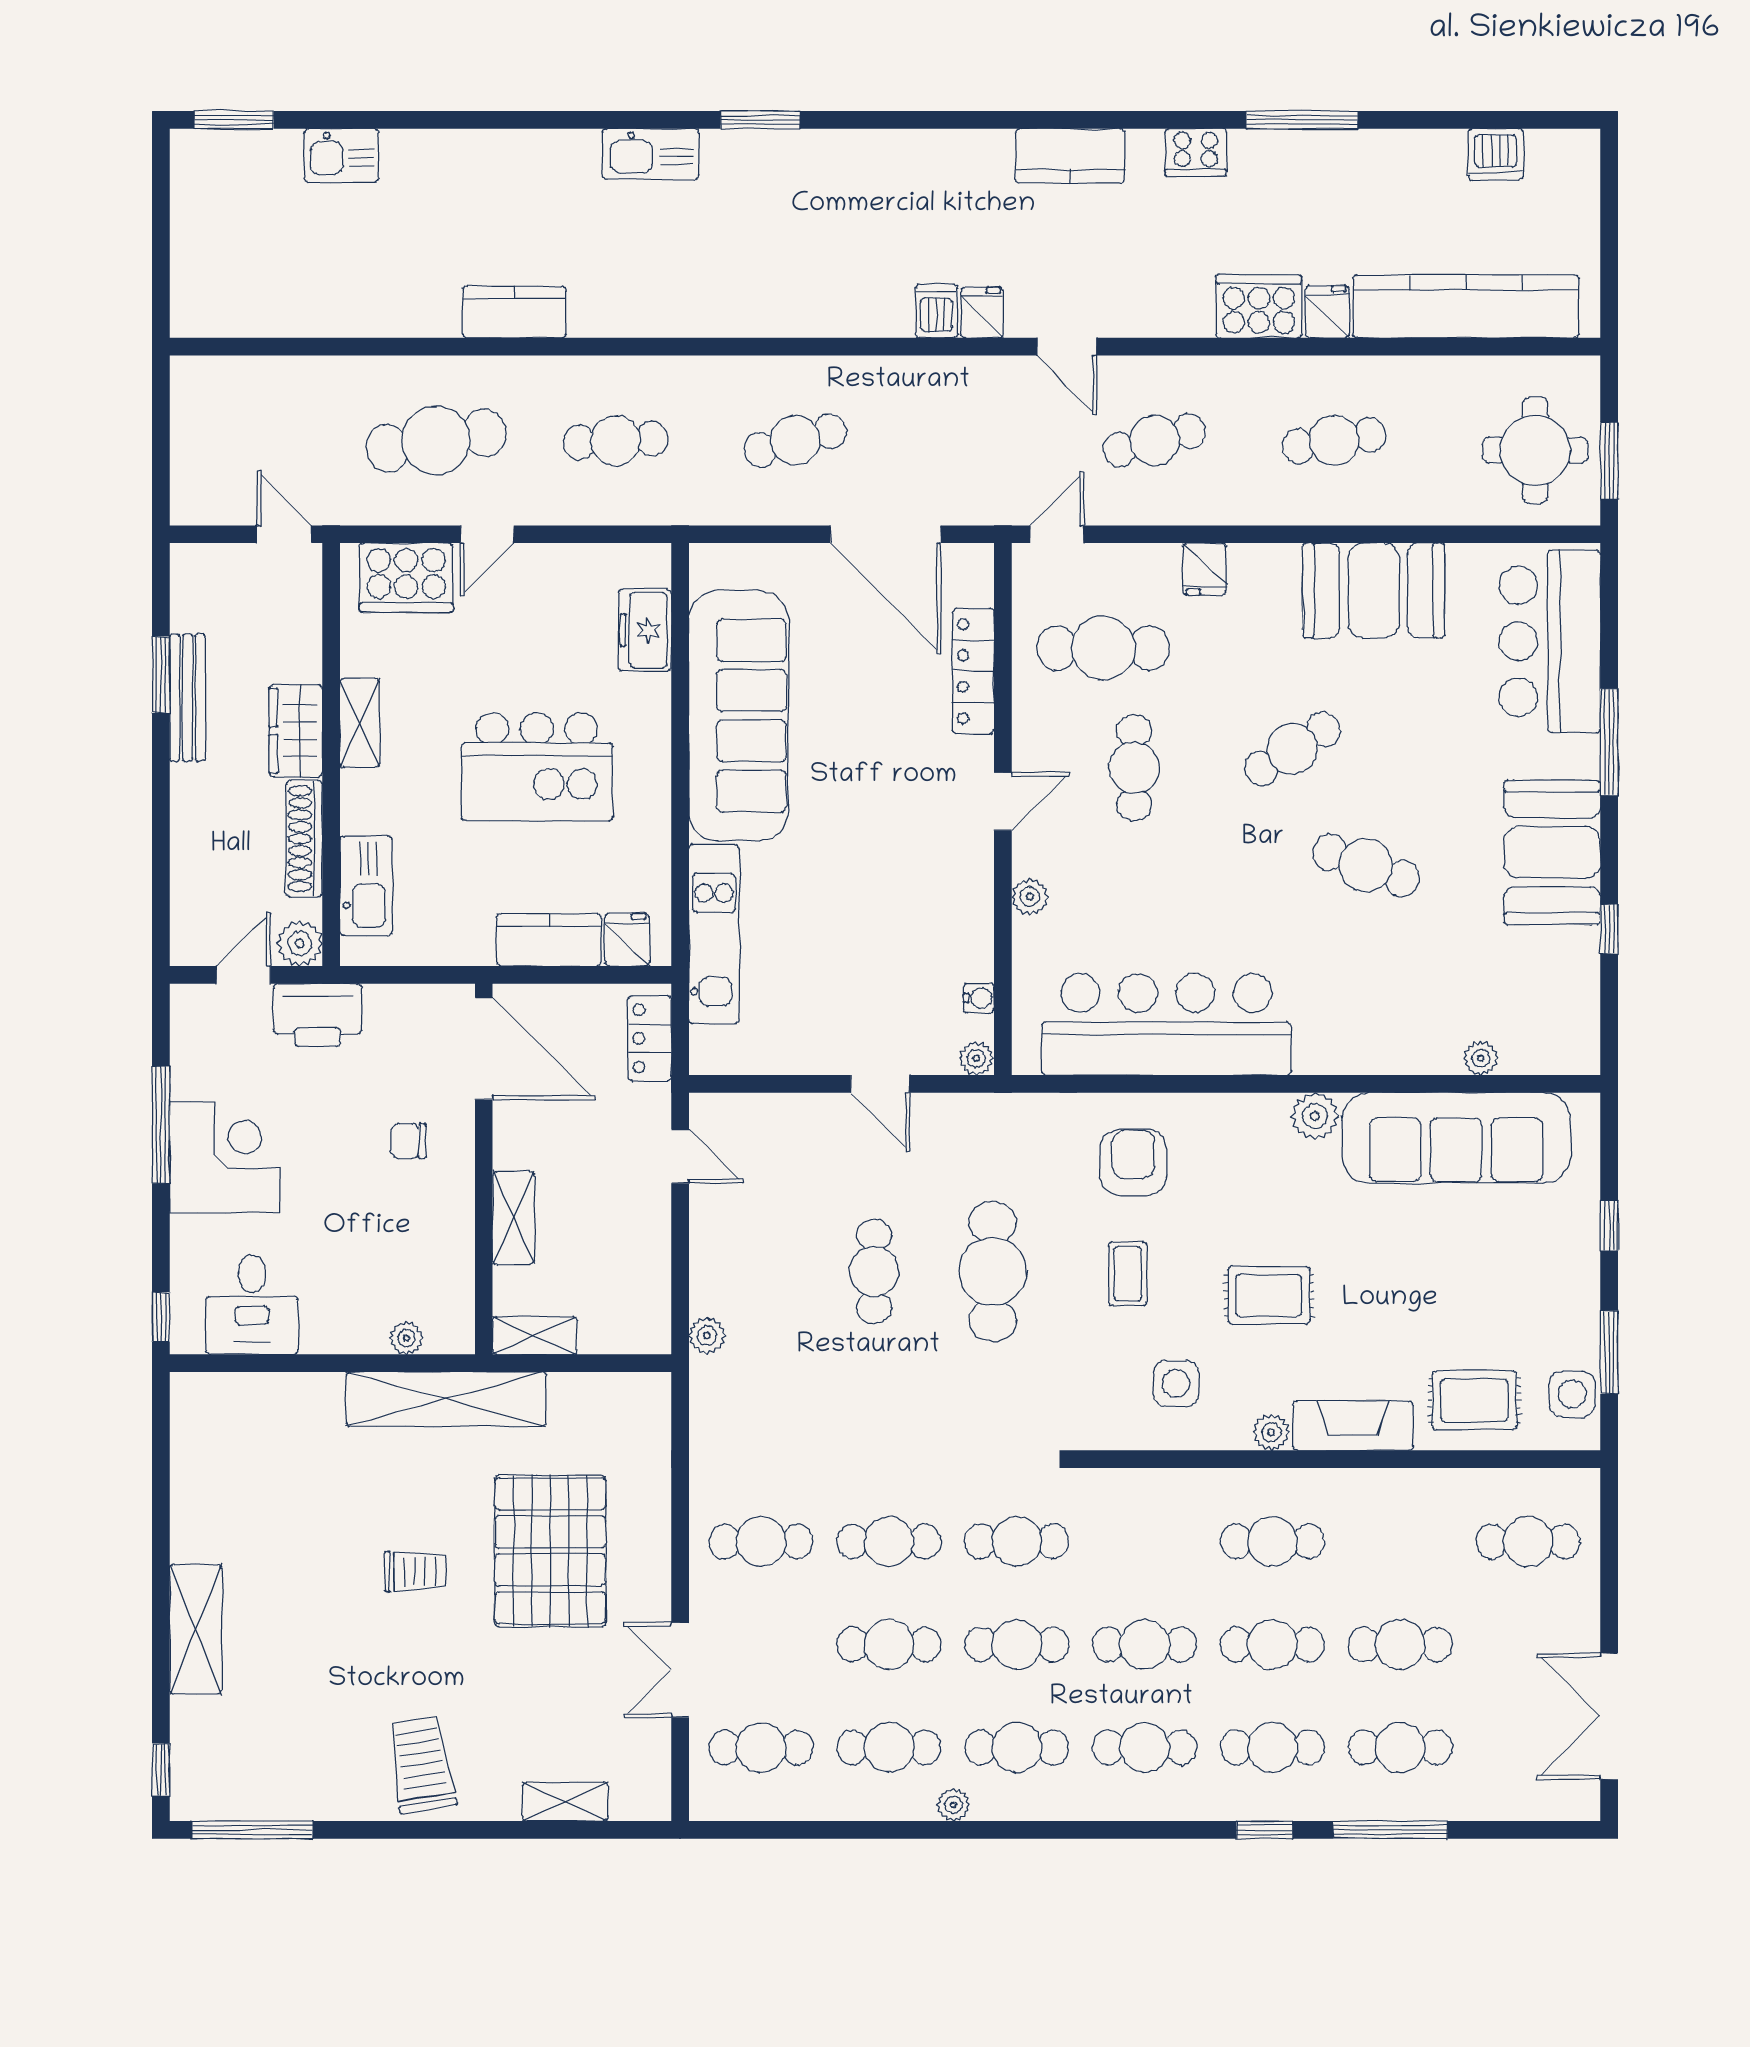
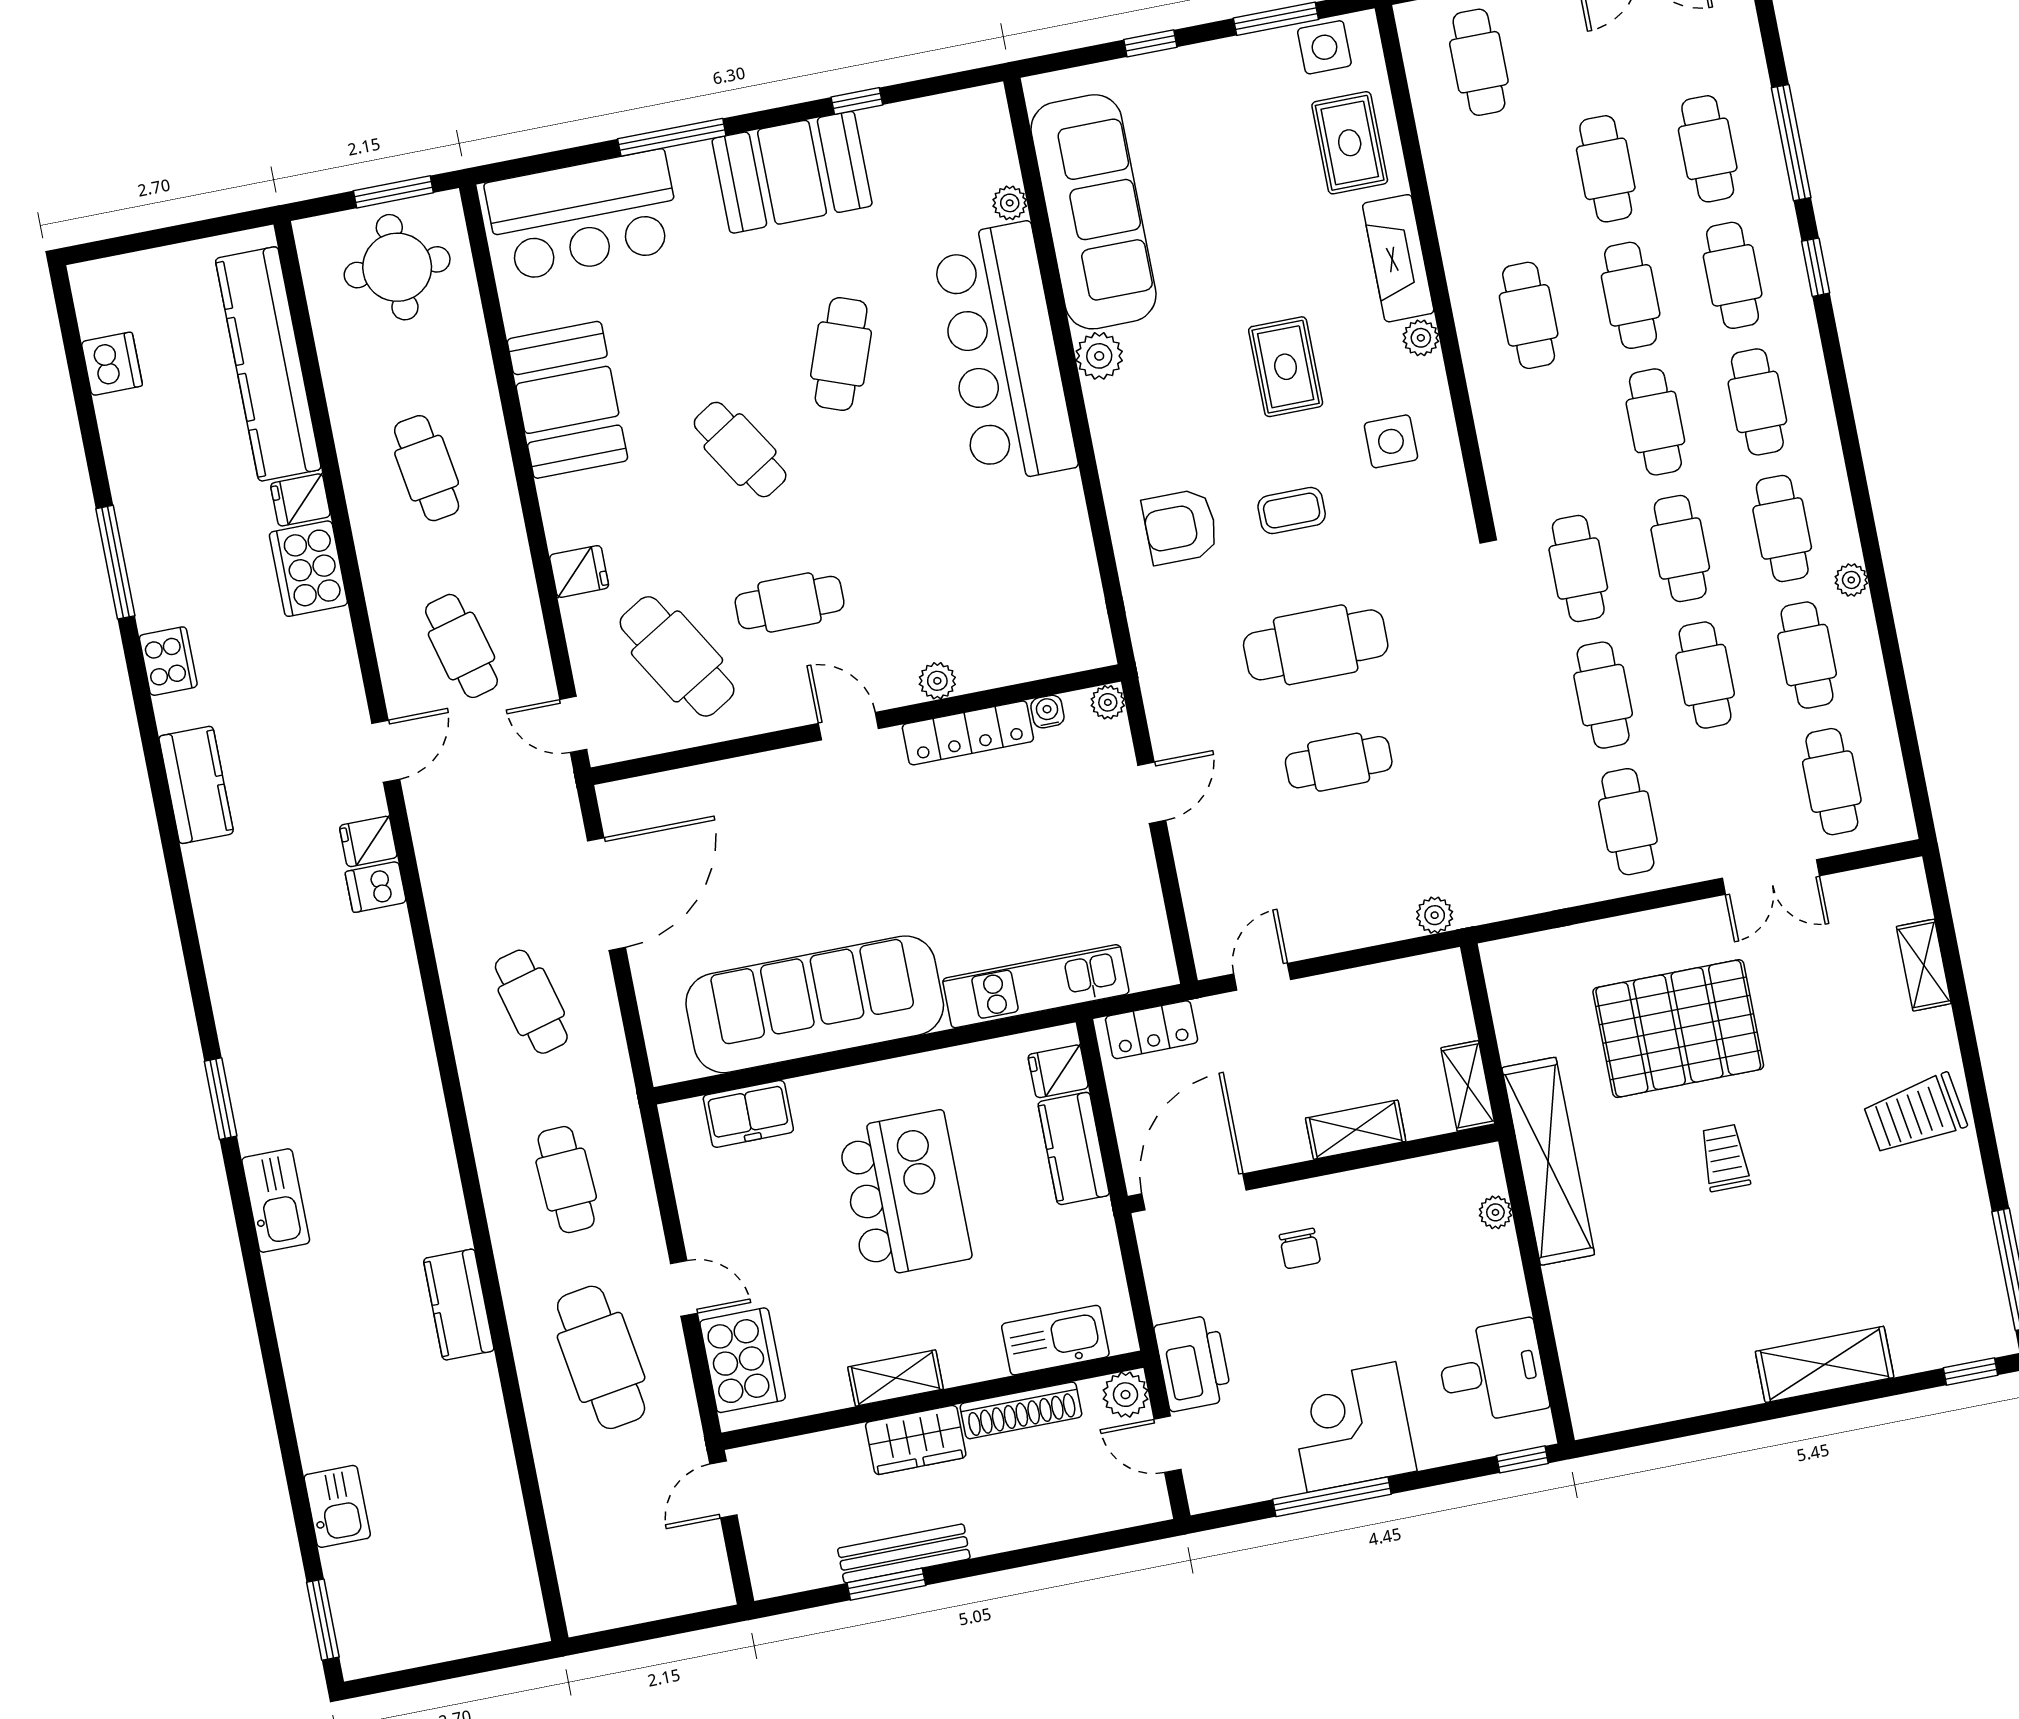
cafe table: (1103, 648) -> (677, 656), turned -31
locker: (973, 671) -> (968, 733), moved
bar counter: (1166, 1024) -> (1004, 353), moved

